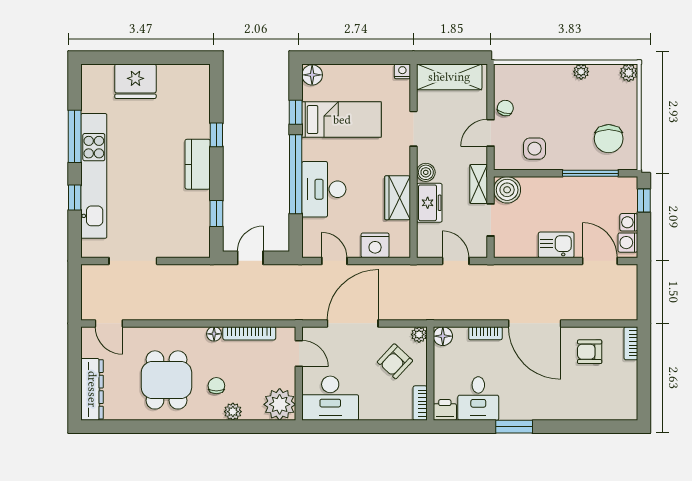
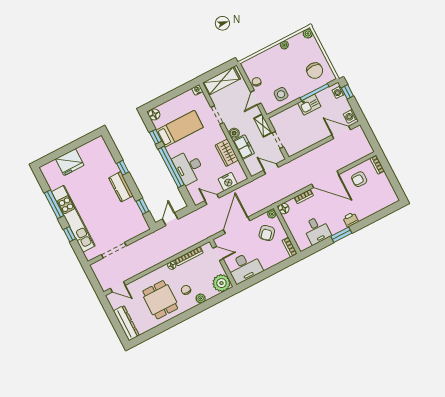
boiler: (507, 190) -> (278, 121), removed
washing machine: (629, 222) -> (338, 92), moved
kitchen sink: (556, 245) -> (309, 105), moved, turned 180
printer: (445, 410) -> (351, 220), moved

